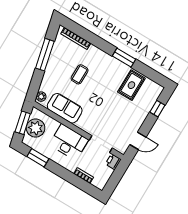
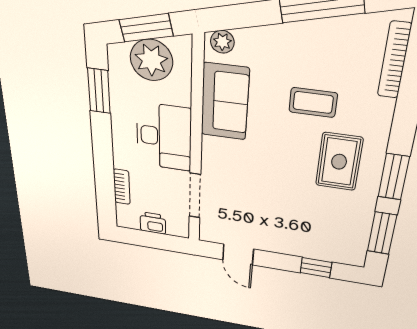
window: (149, 73) -> (382, 233), added
rug: (131, 85) -> (339, 162), moved, turned 90
printer: (113, 162) -> (153, 223), moved

